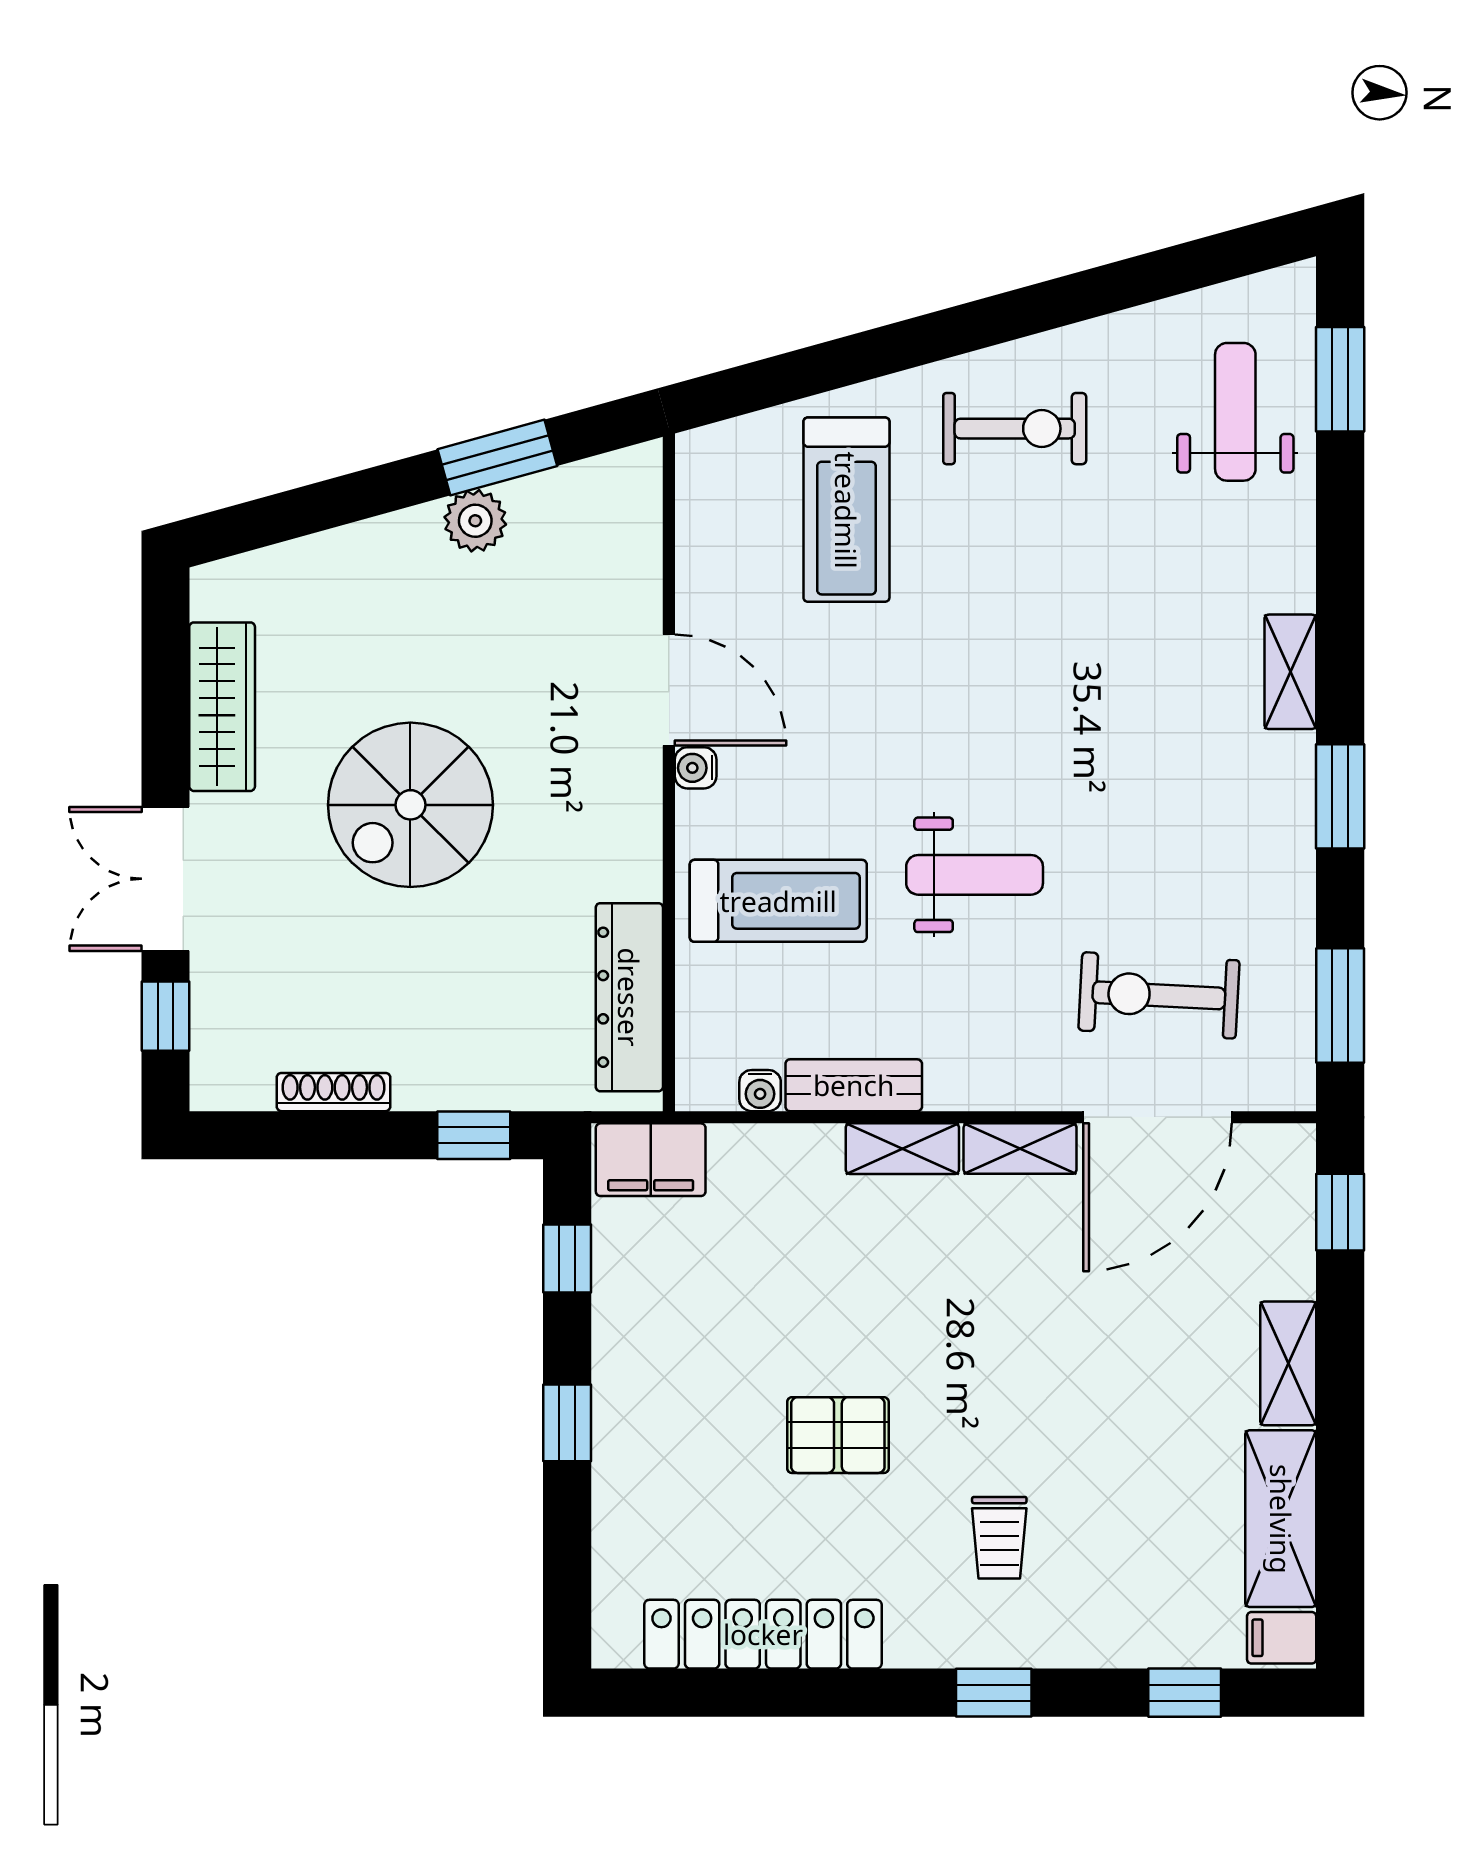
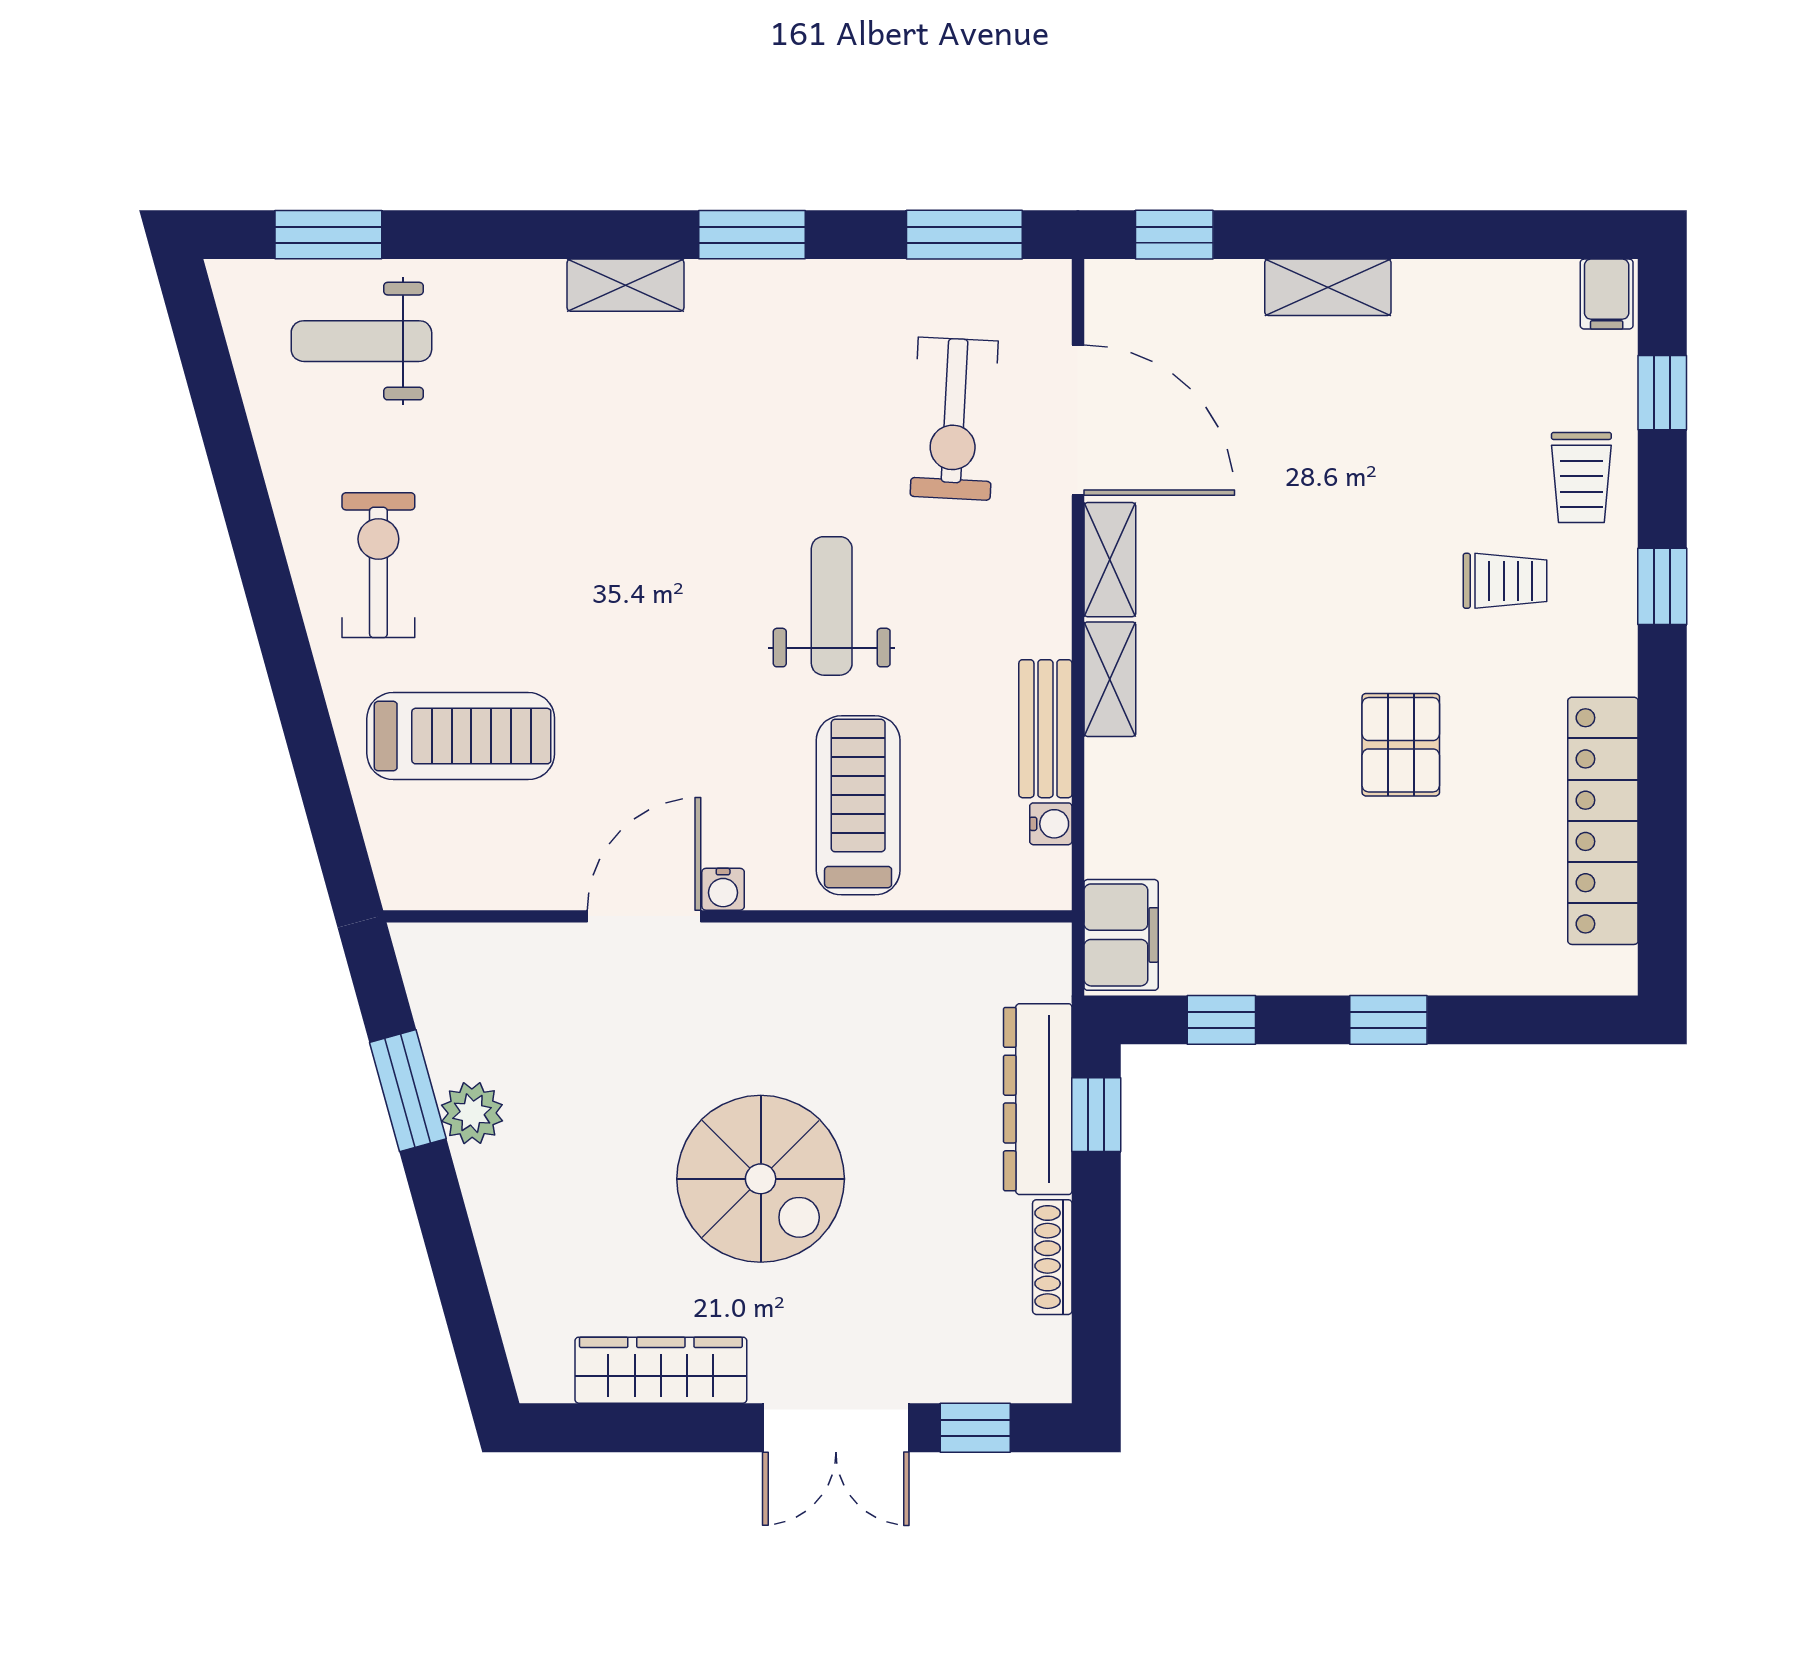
dresser: (629, 997) -> (1038, 1099), moved, turned 90
shelving: (1281, 1519) -> (1486, 295), removed
trolley: (1101, 1613) -> (1581, 477), added

